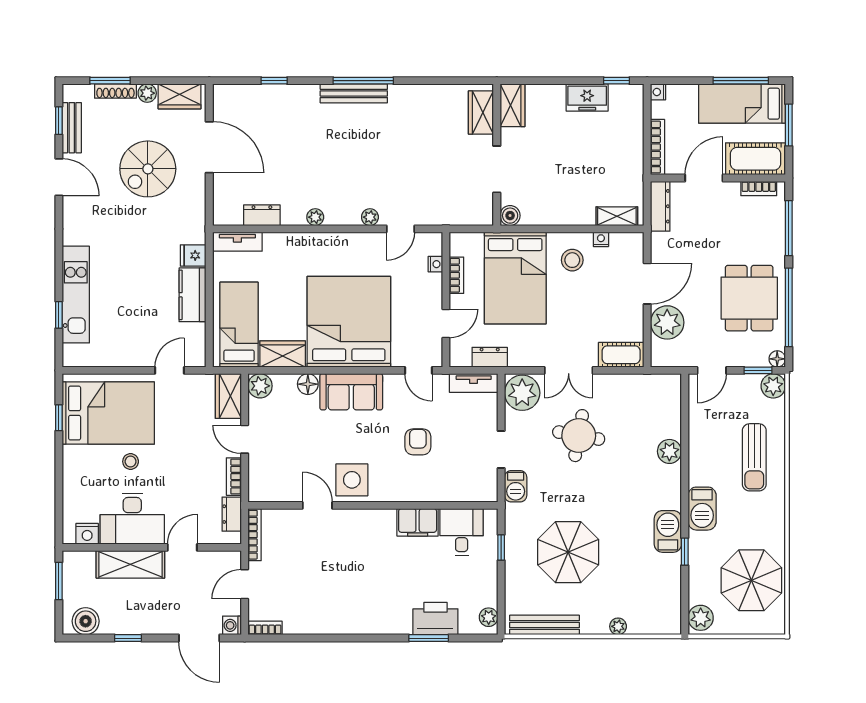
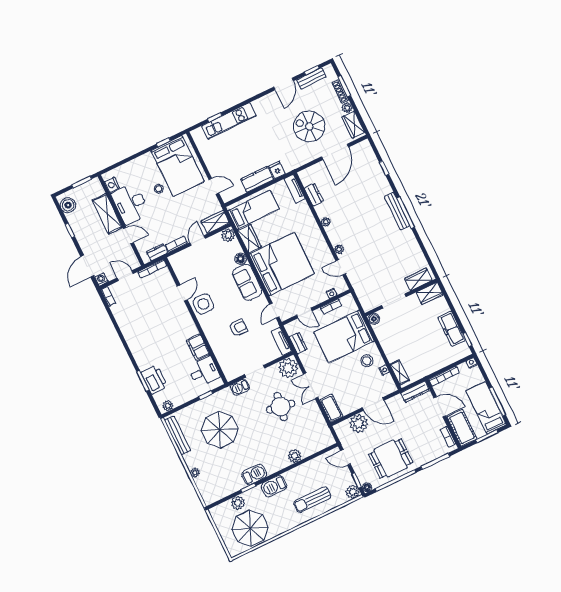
freezer: (587, 98) -> (452, 329), width x1.40
plant: (701, 618) -> (238, 503), moved

